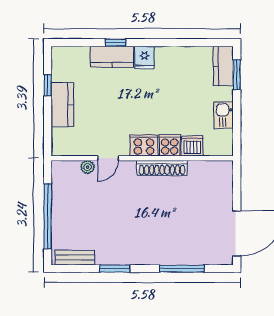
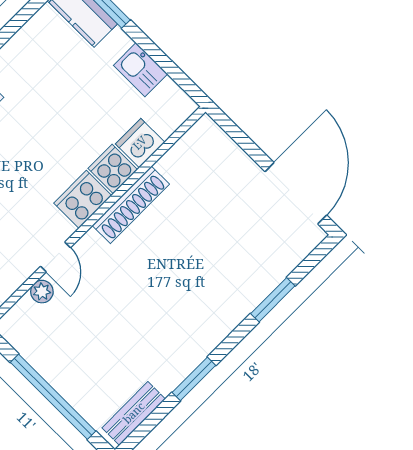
window: (182, 269) -> (273, 300), width x0.69

